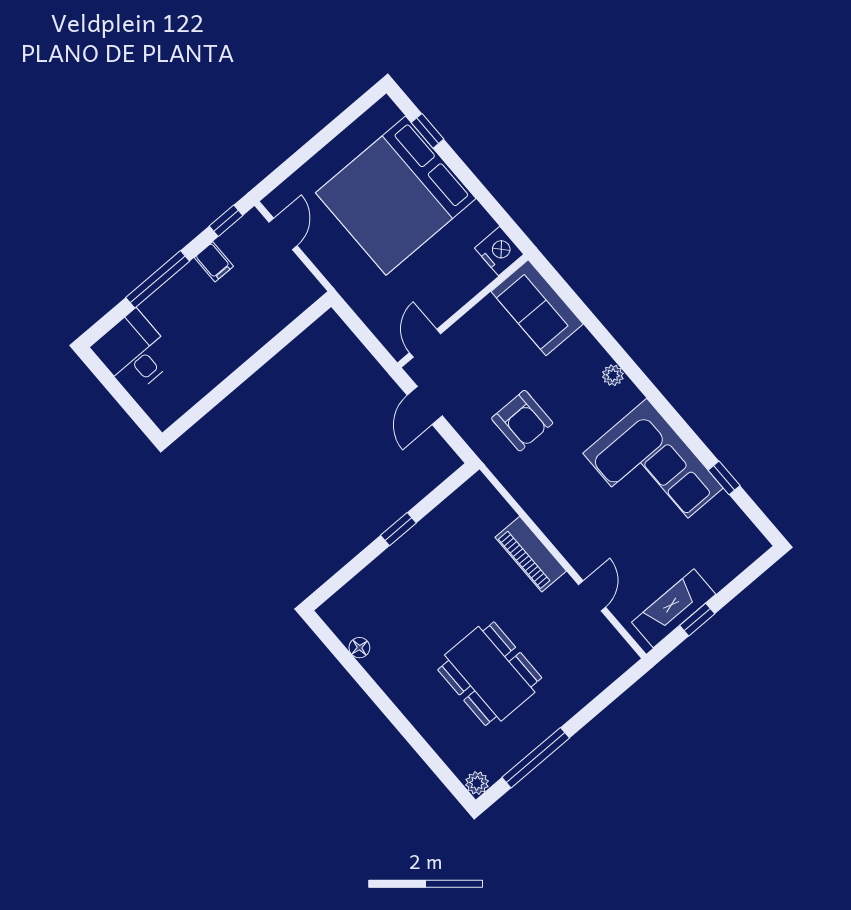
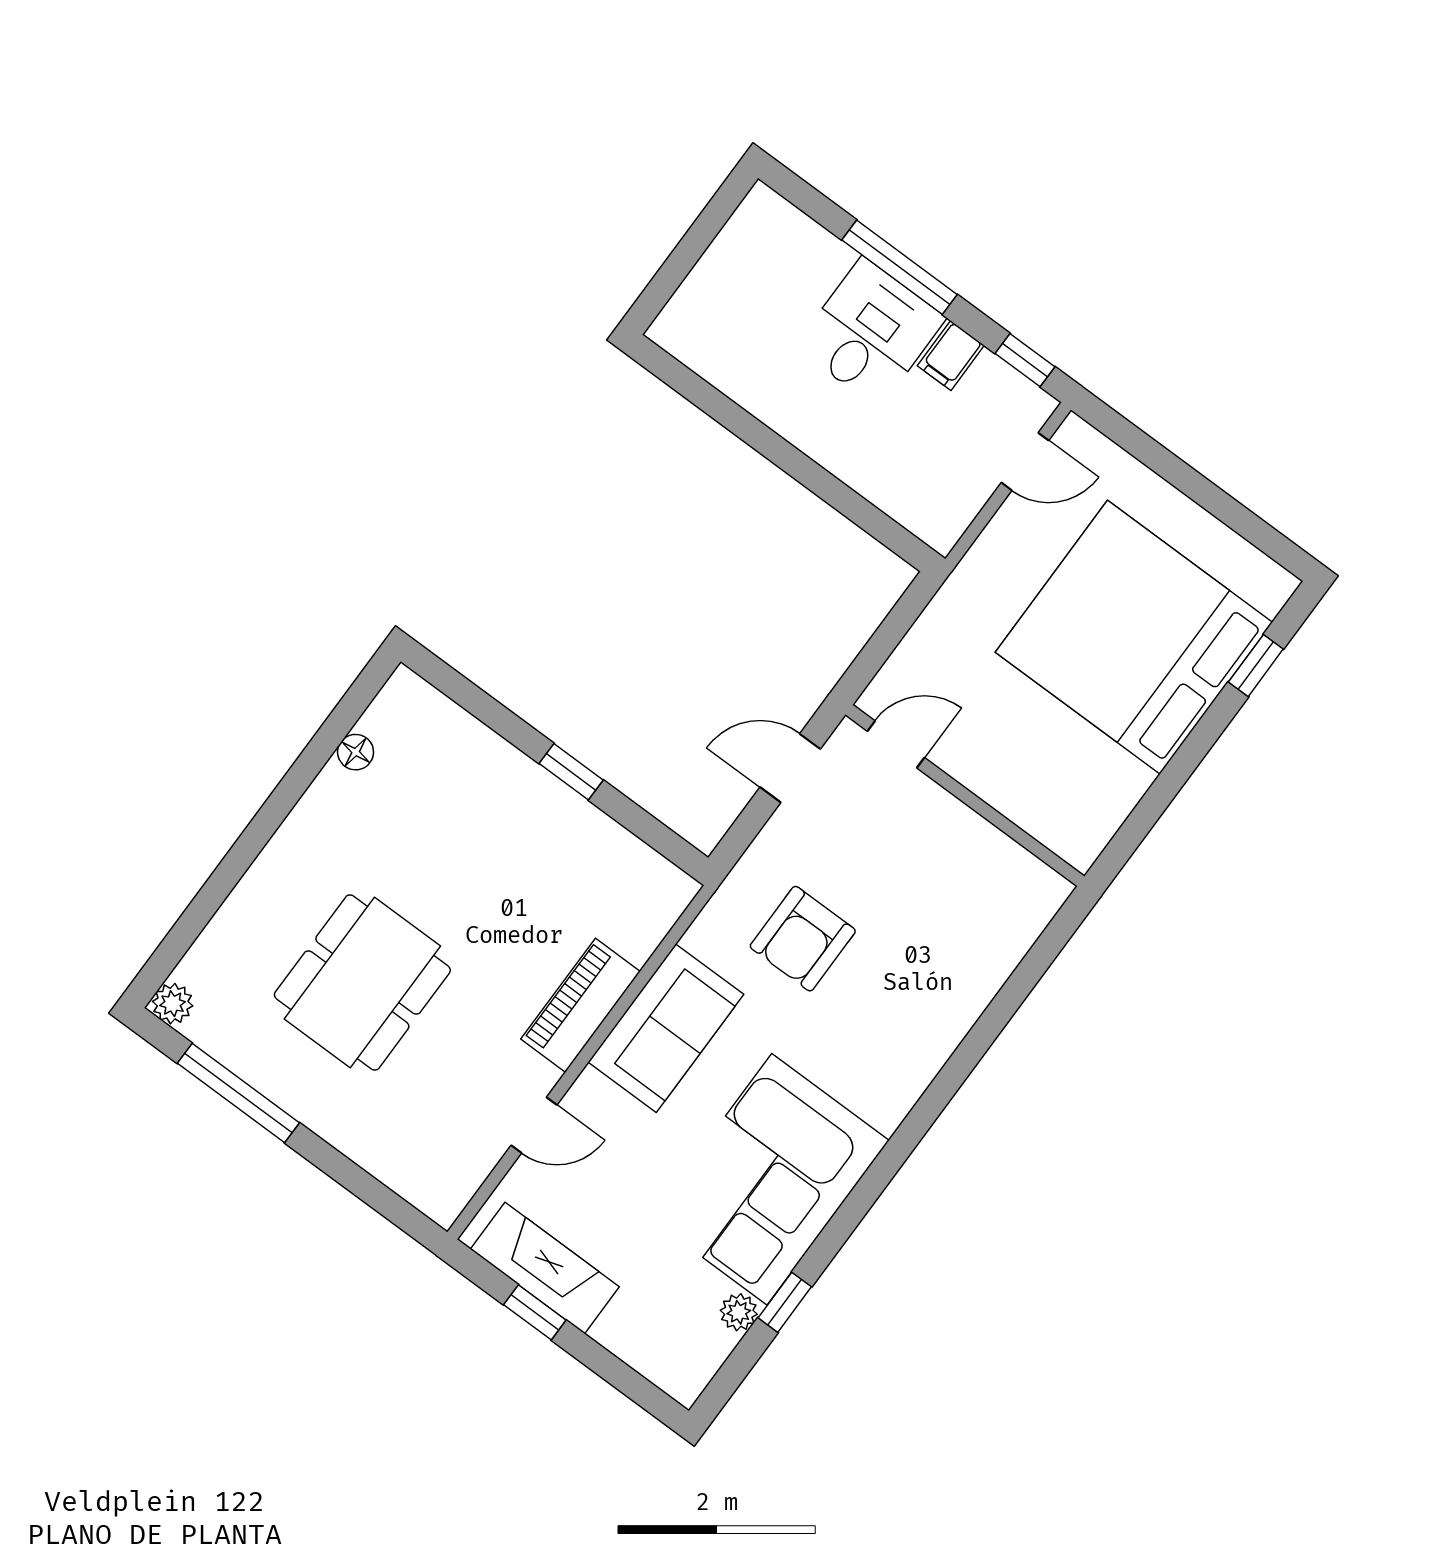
nightstand: (499, 251) -> (1080, 833), removed
sofa: (537, 308) -> (666, 1028), moved, turned 180
desk: (134, 352) -> (870, 332), moved
plant: (613, 375) -> (739, 1312), moved

